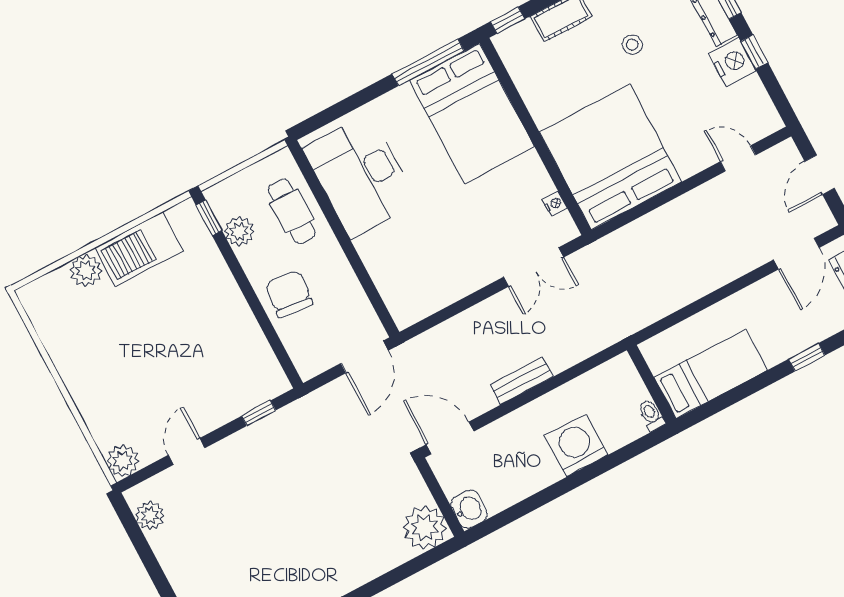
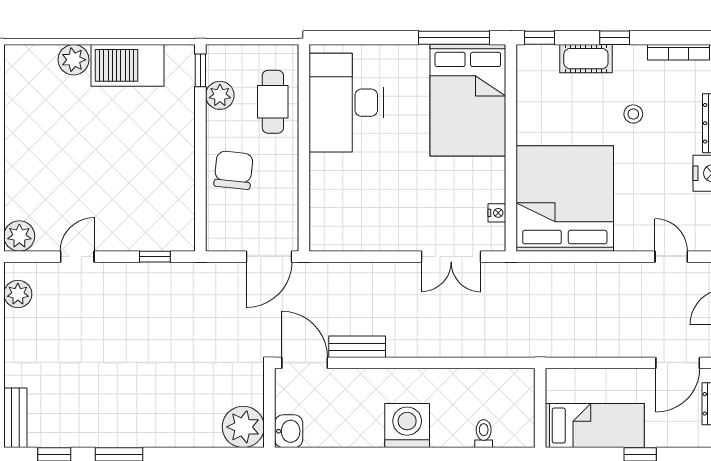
bed: (711, 374) -> (595, 426), moved
bench: (522, 381) -> (357, 347), moved
wall: (651, 384) -> (540, 408), moved

